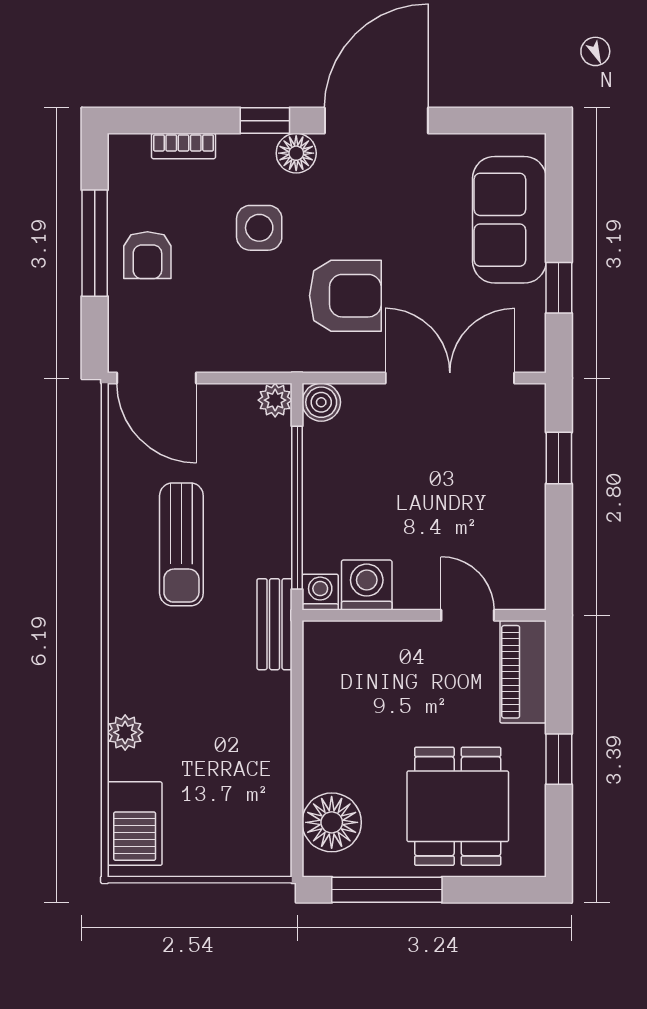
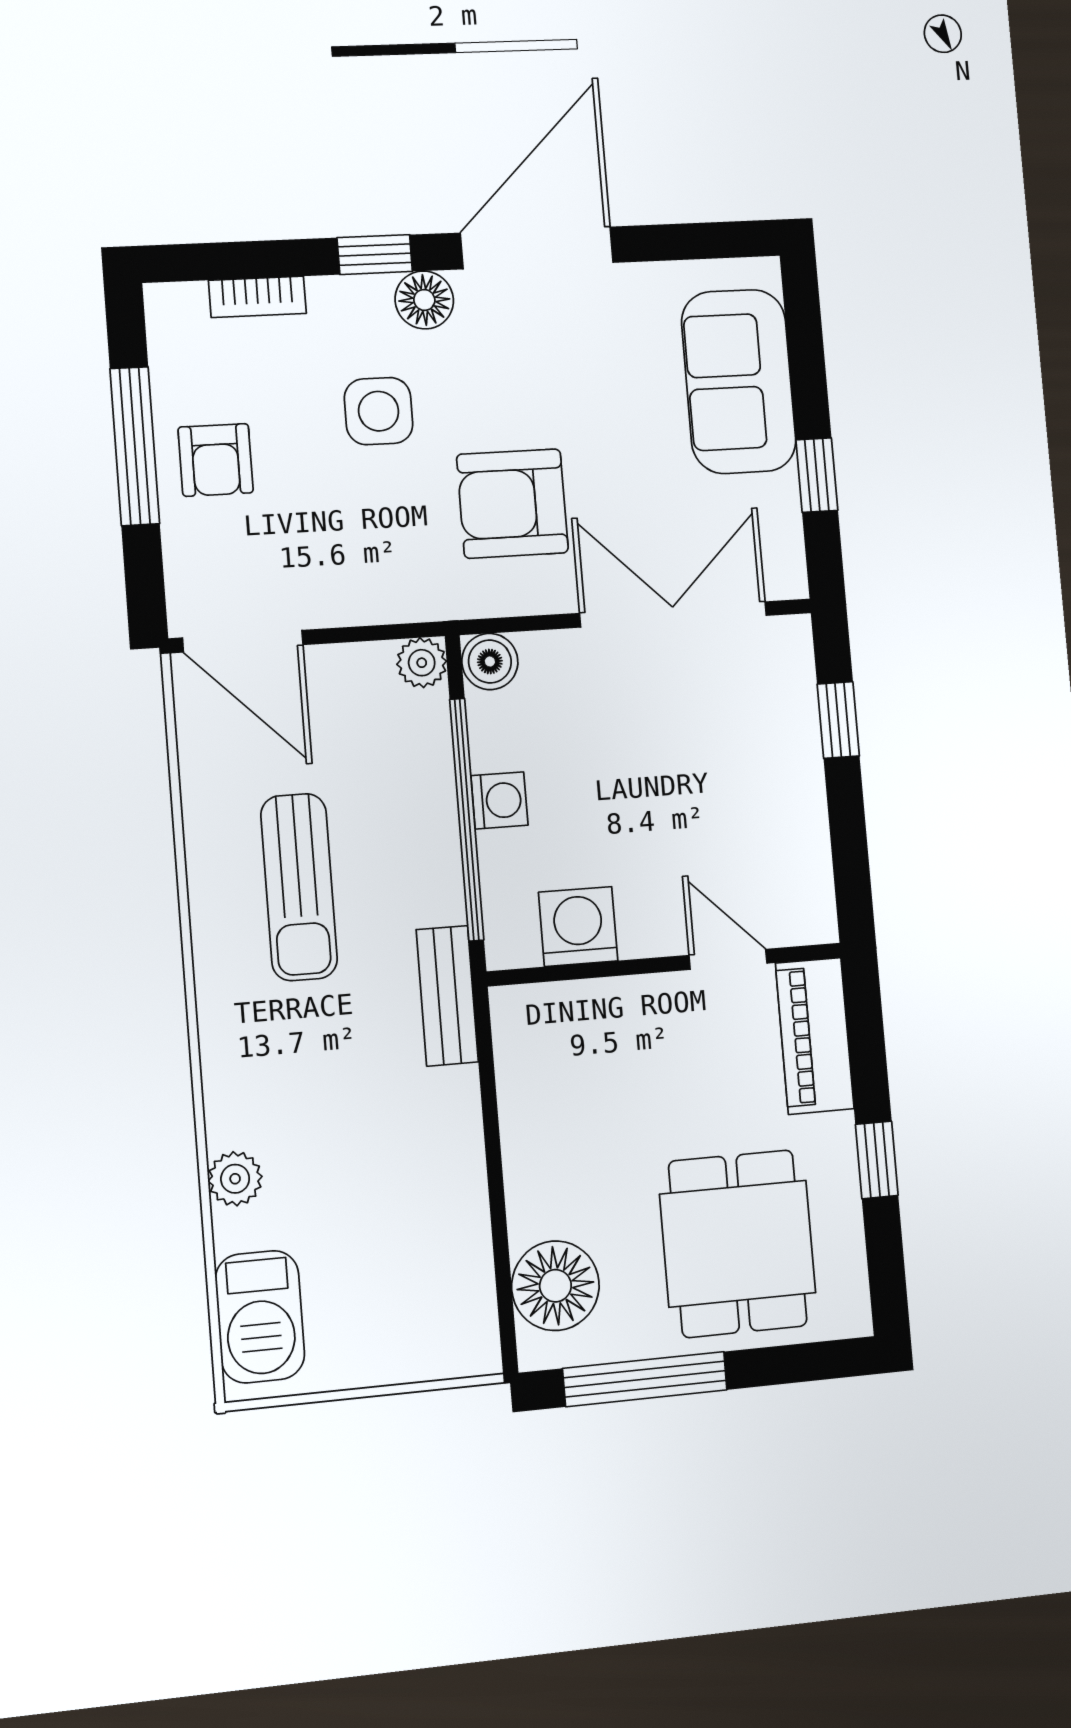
armchair: (345, 296) -> (512, 504), turned 180
washing machine: (320, 592) -> (499, 800), moved, turned 90

